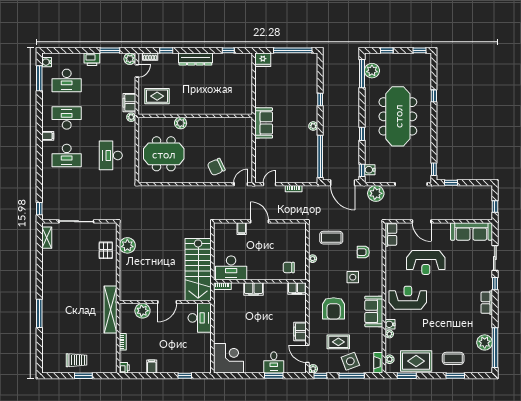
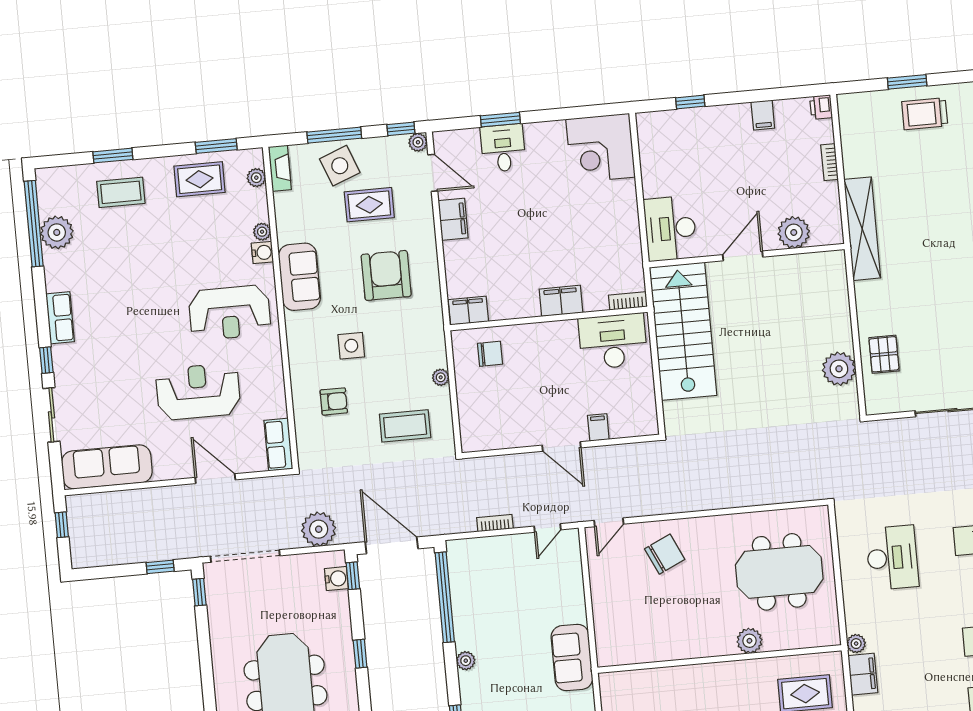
rug: (416, 361) -> (200, 179), width x0.73, depth x0.70

